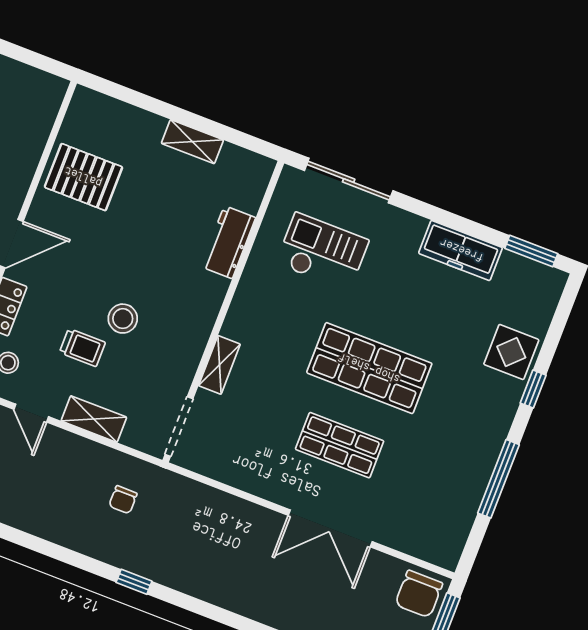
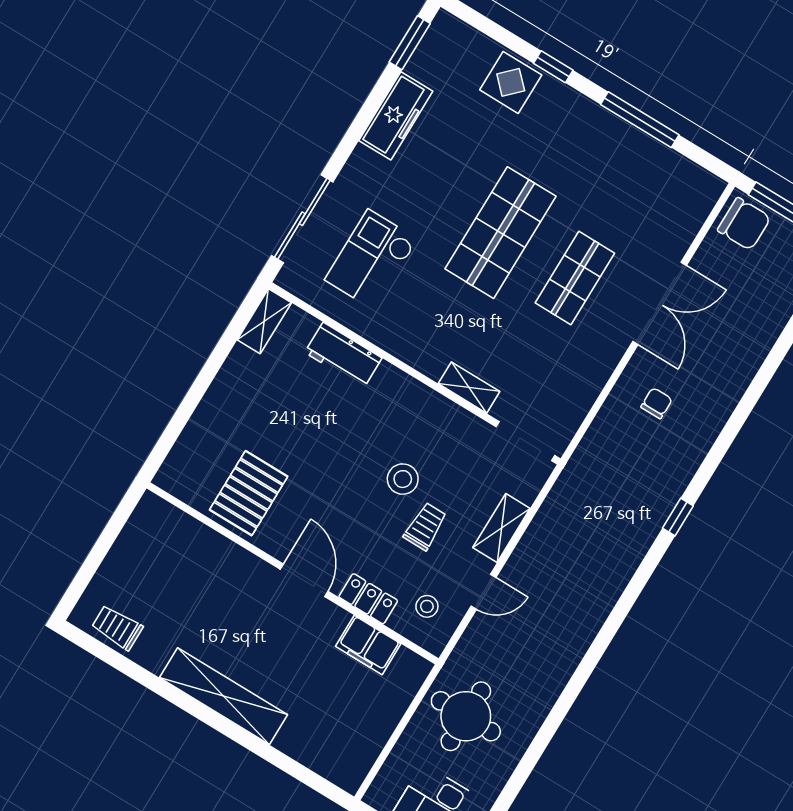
shelving: (192, 142) -> (264, 321), moved
chair: (123, 500) -> (657, 403), moved, turned -90

